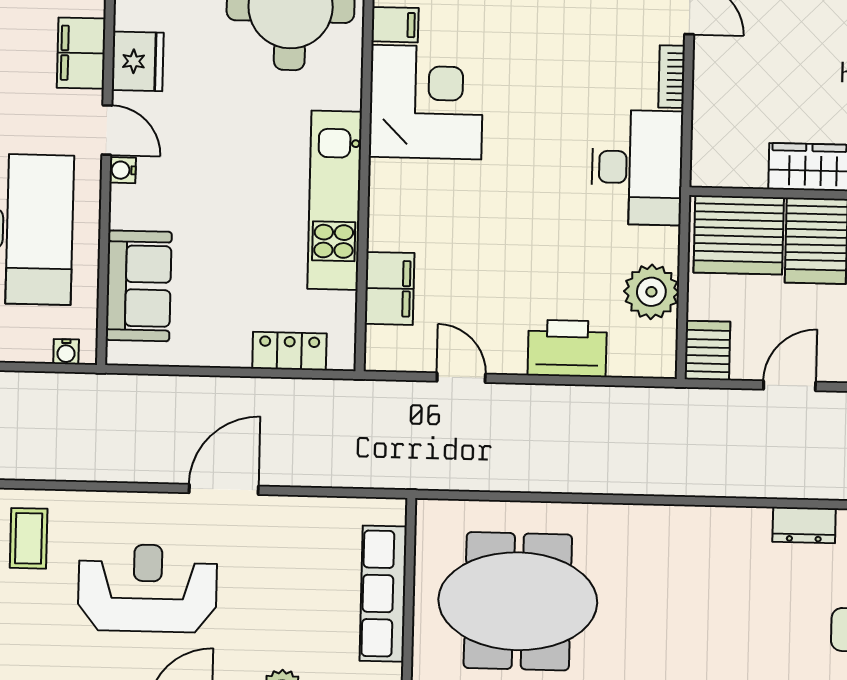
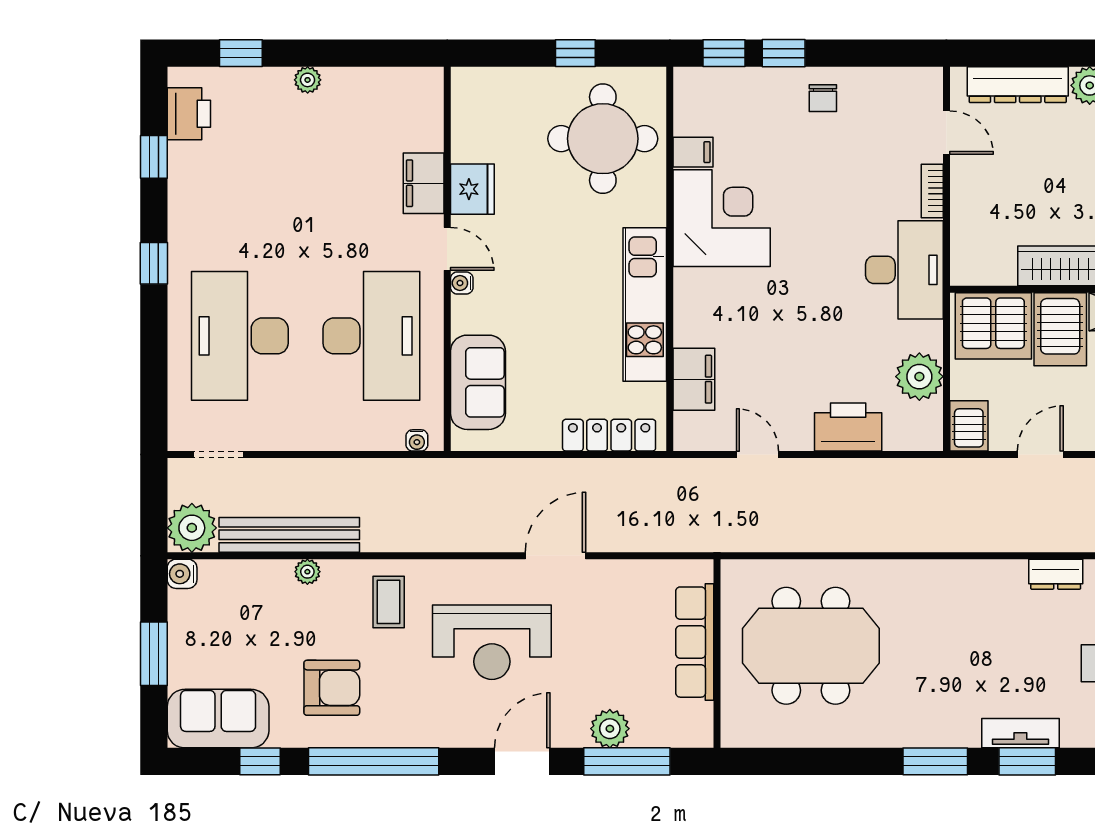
locker: (289, 351) -> (609, 435), width x1.53
reception desk: (147, 588) -> (492, 642), turned 180

